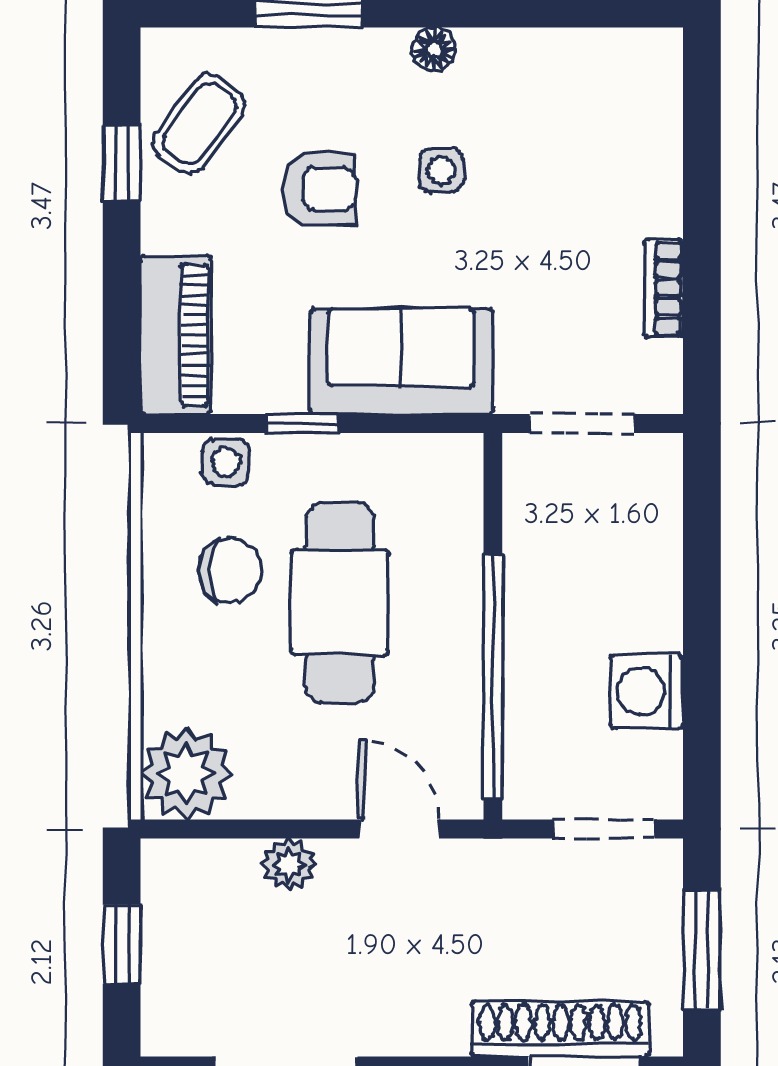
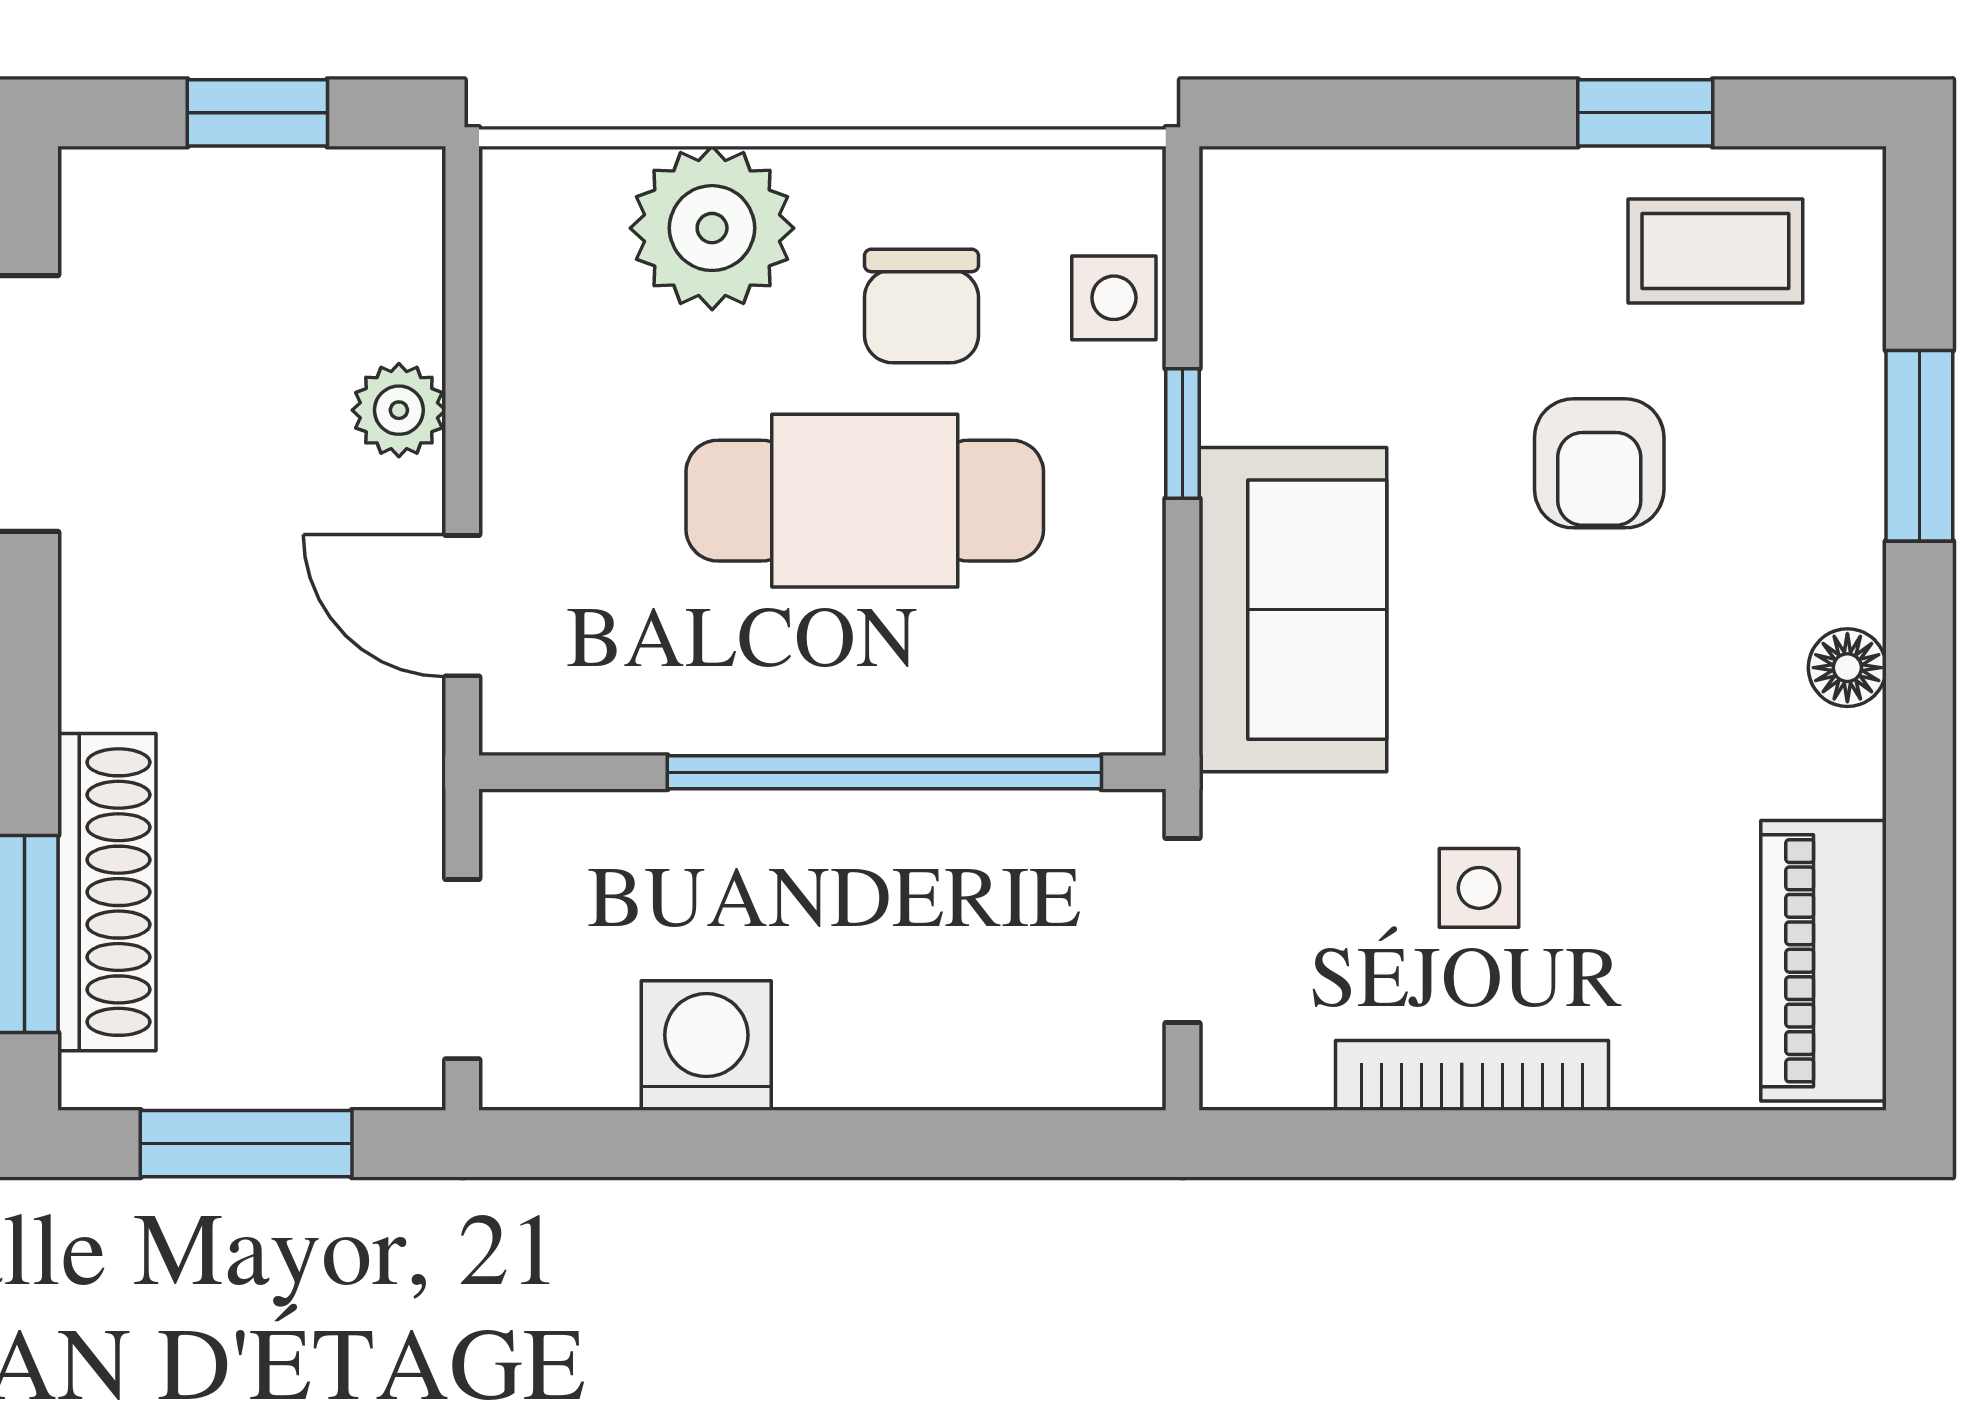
coffee table: (199, 123) -> (1715, 251), turned -37
side table: (441, 171) -> (1479, 888), moved
bookcase: (663, 288) -> (1472, 1075), width x1.56
piano: (176, 335) -> (1824, 961), moved, turned 90
window: (493, 677) -> (884, 772), moved
plant: (186, 773) -> (712, 228), moved
door: (399, 829) -> (462, 606), swing flipped

